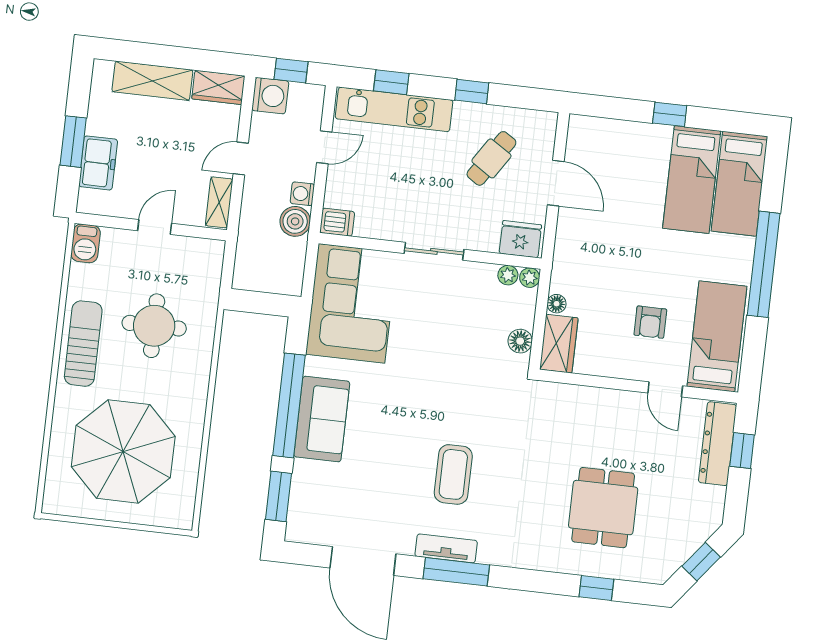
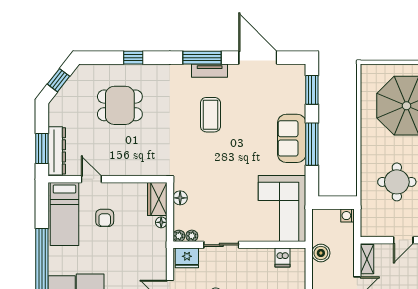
washing machine: (302, 194) -> (347, 216), moved, turned 180
dishwasher: (337, 222) -> (283, 258), moved, turned -90
sliding door: (434, 251) -> (221, 245), moved
armchair: (650, 322) -> (105, 218), turned 180
window: (289, 405) -> (312, 144), width x0.68
window: (742, 451) -> (42, 148), width x1.50
dining table: (603, 508) -> (120, 105), turned 90
window: (596, 588) -> (133, 58), moved

